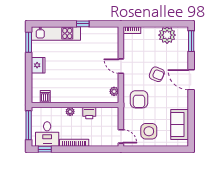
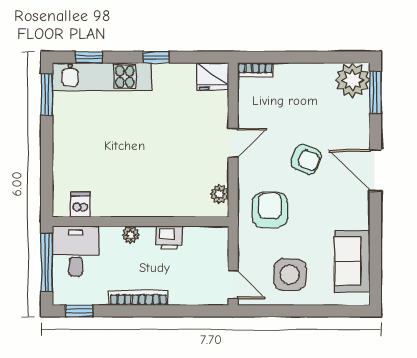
window: (49, 24) -> (89, 57), added
plant: (167, 35) -> (353, 80), moved
fridge: (38, 65) -> (213, 76), moved, turned 90
door: (121, 66) -> (233, 143), swing flipped
armchair: (139, 99) -> (270, 210), turned 180
desk: (47, 134) -> (76, 251), moved, turned 180

